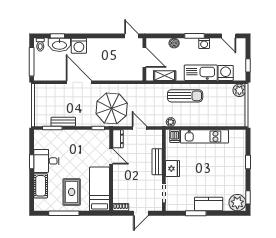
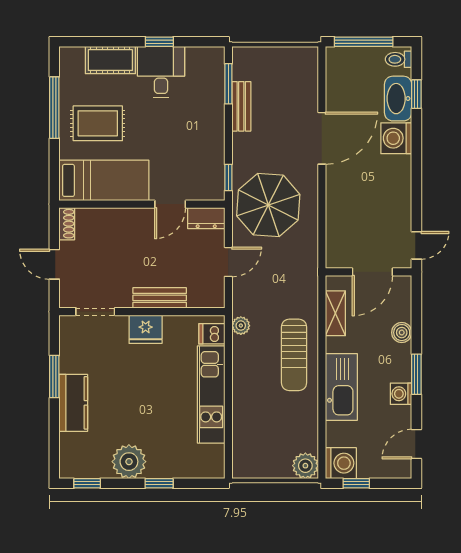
washing machine: (226, 73) -> (341, 463), moved
plant: (237, 203) -> (129, 462), moved

